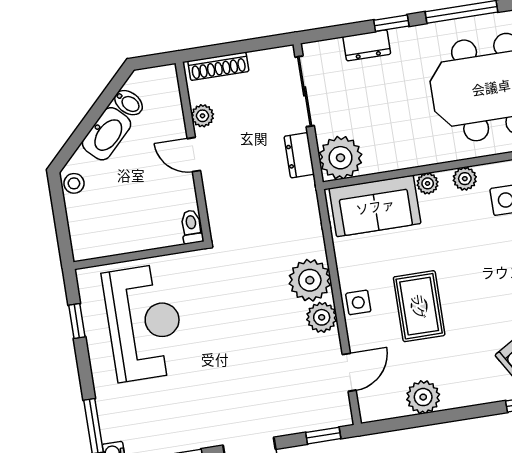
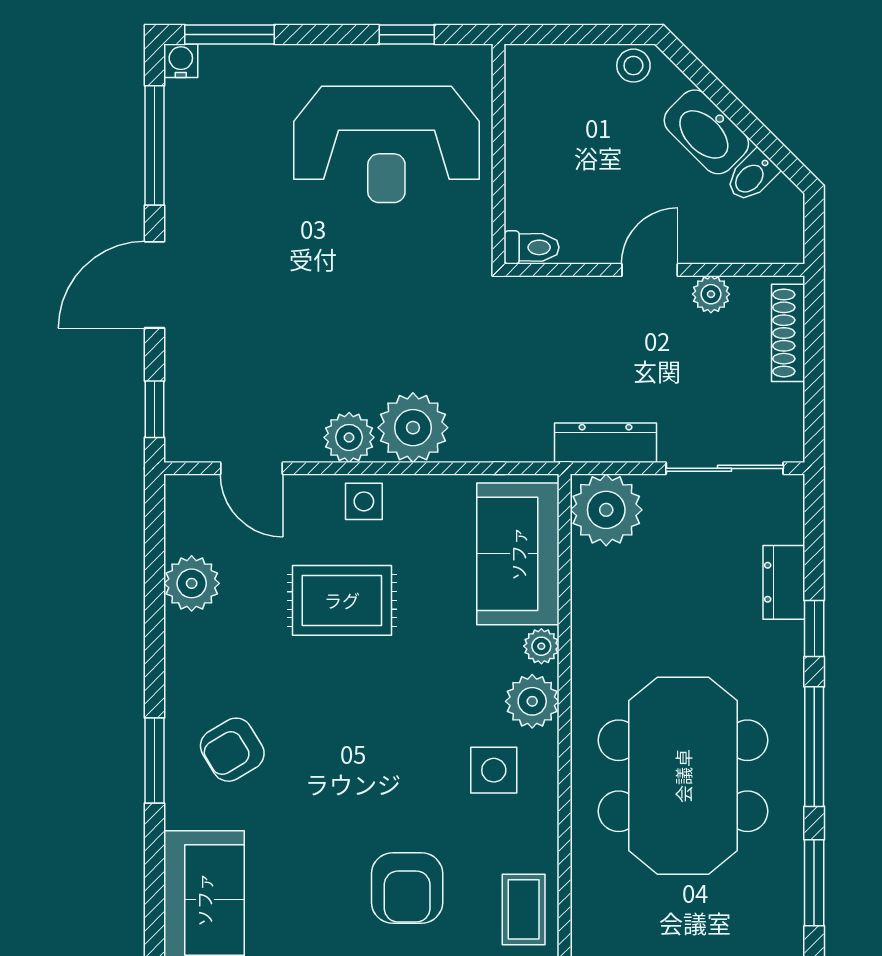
dresser: (299, 155) -> (605, 443), width x1.44
plant: (465, 179) -> (532, 701), width x1.38, depth x1.38

